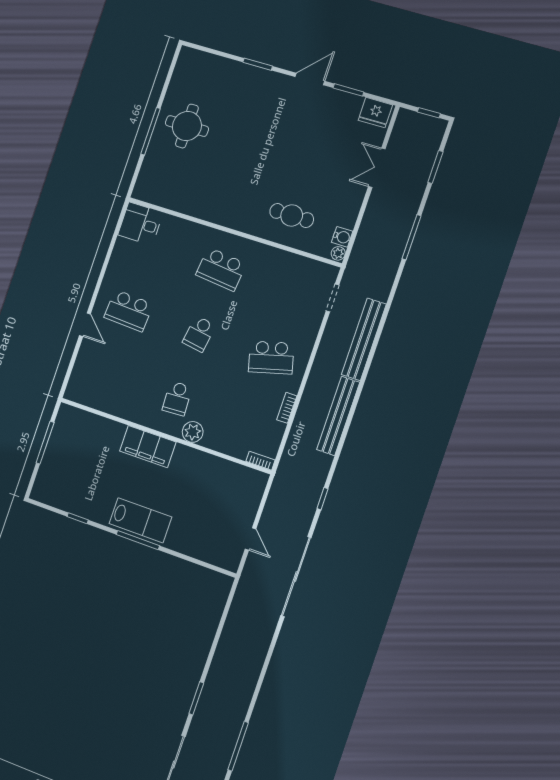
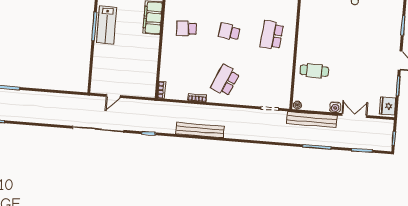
cafe table: (292, 215) -> (314, 71), turned 90
water cooler: (342, 237) -> (335, 107), moved
bench: (364, 339) -> (312, 120), moved
school desk: (271, 358) -> (225, 80), turned 39
plant: (193, 432) -> (168, 44), removed

